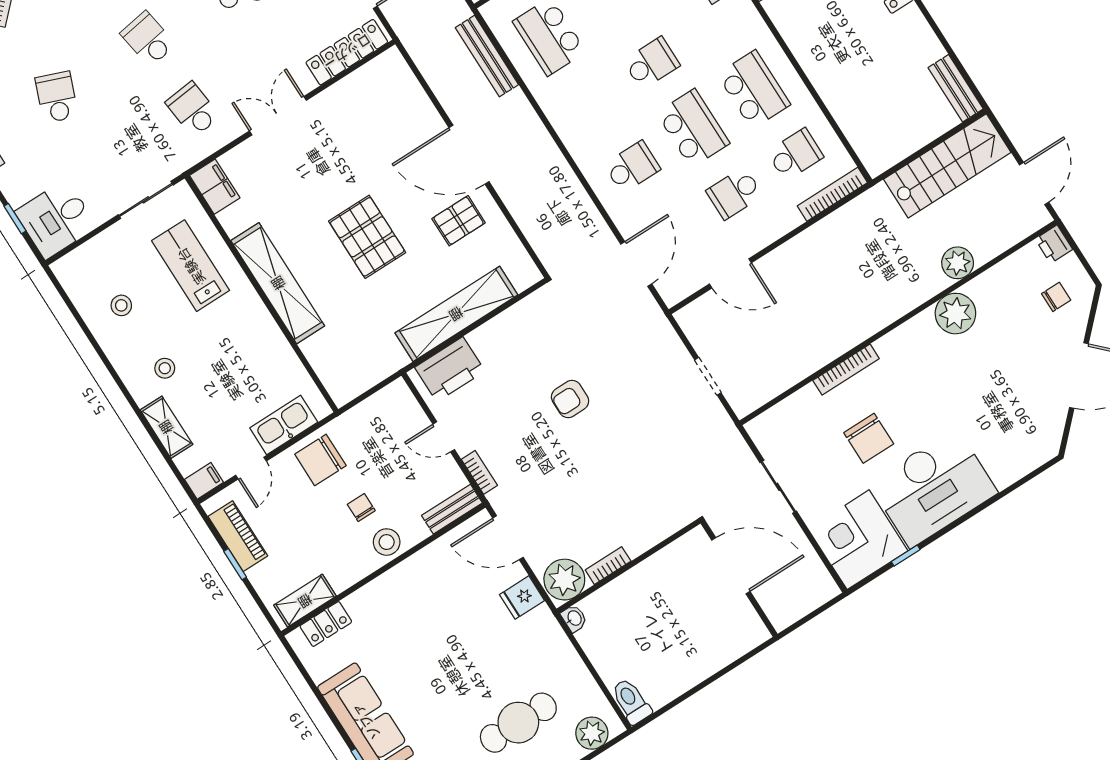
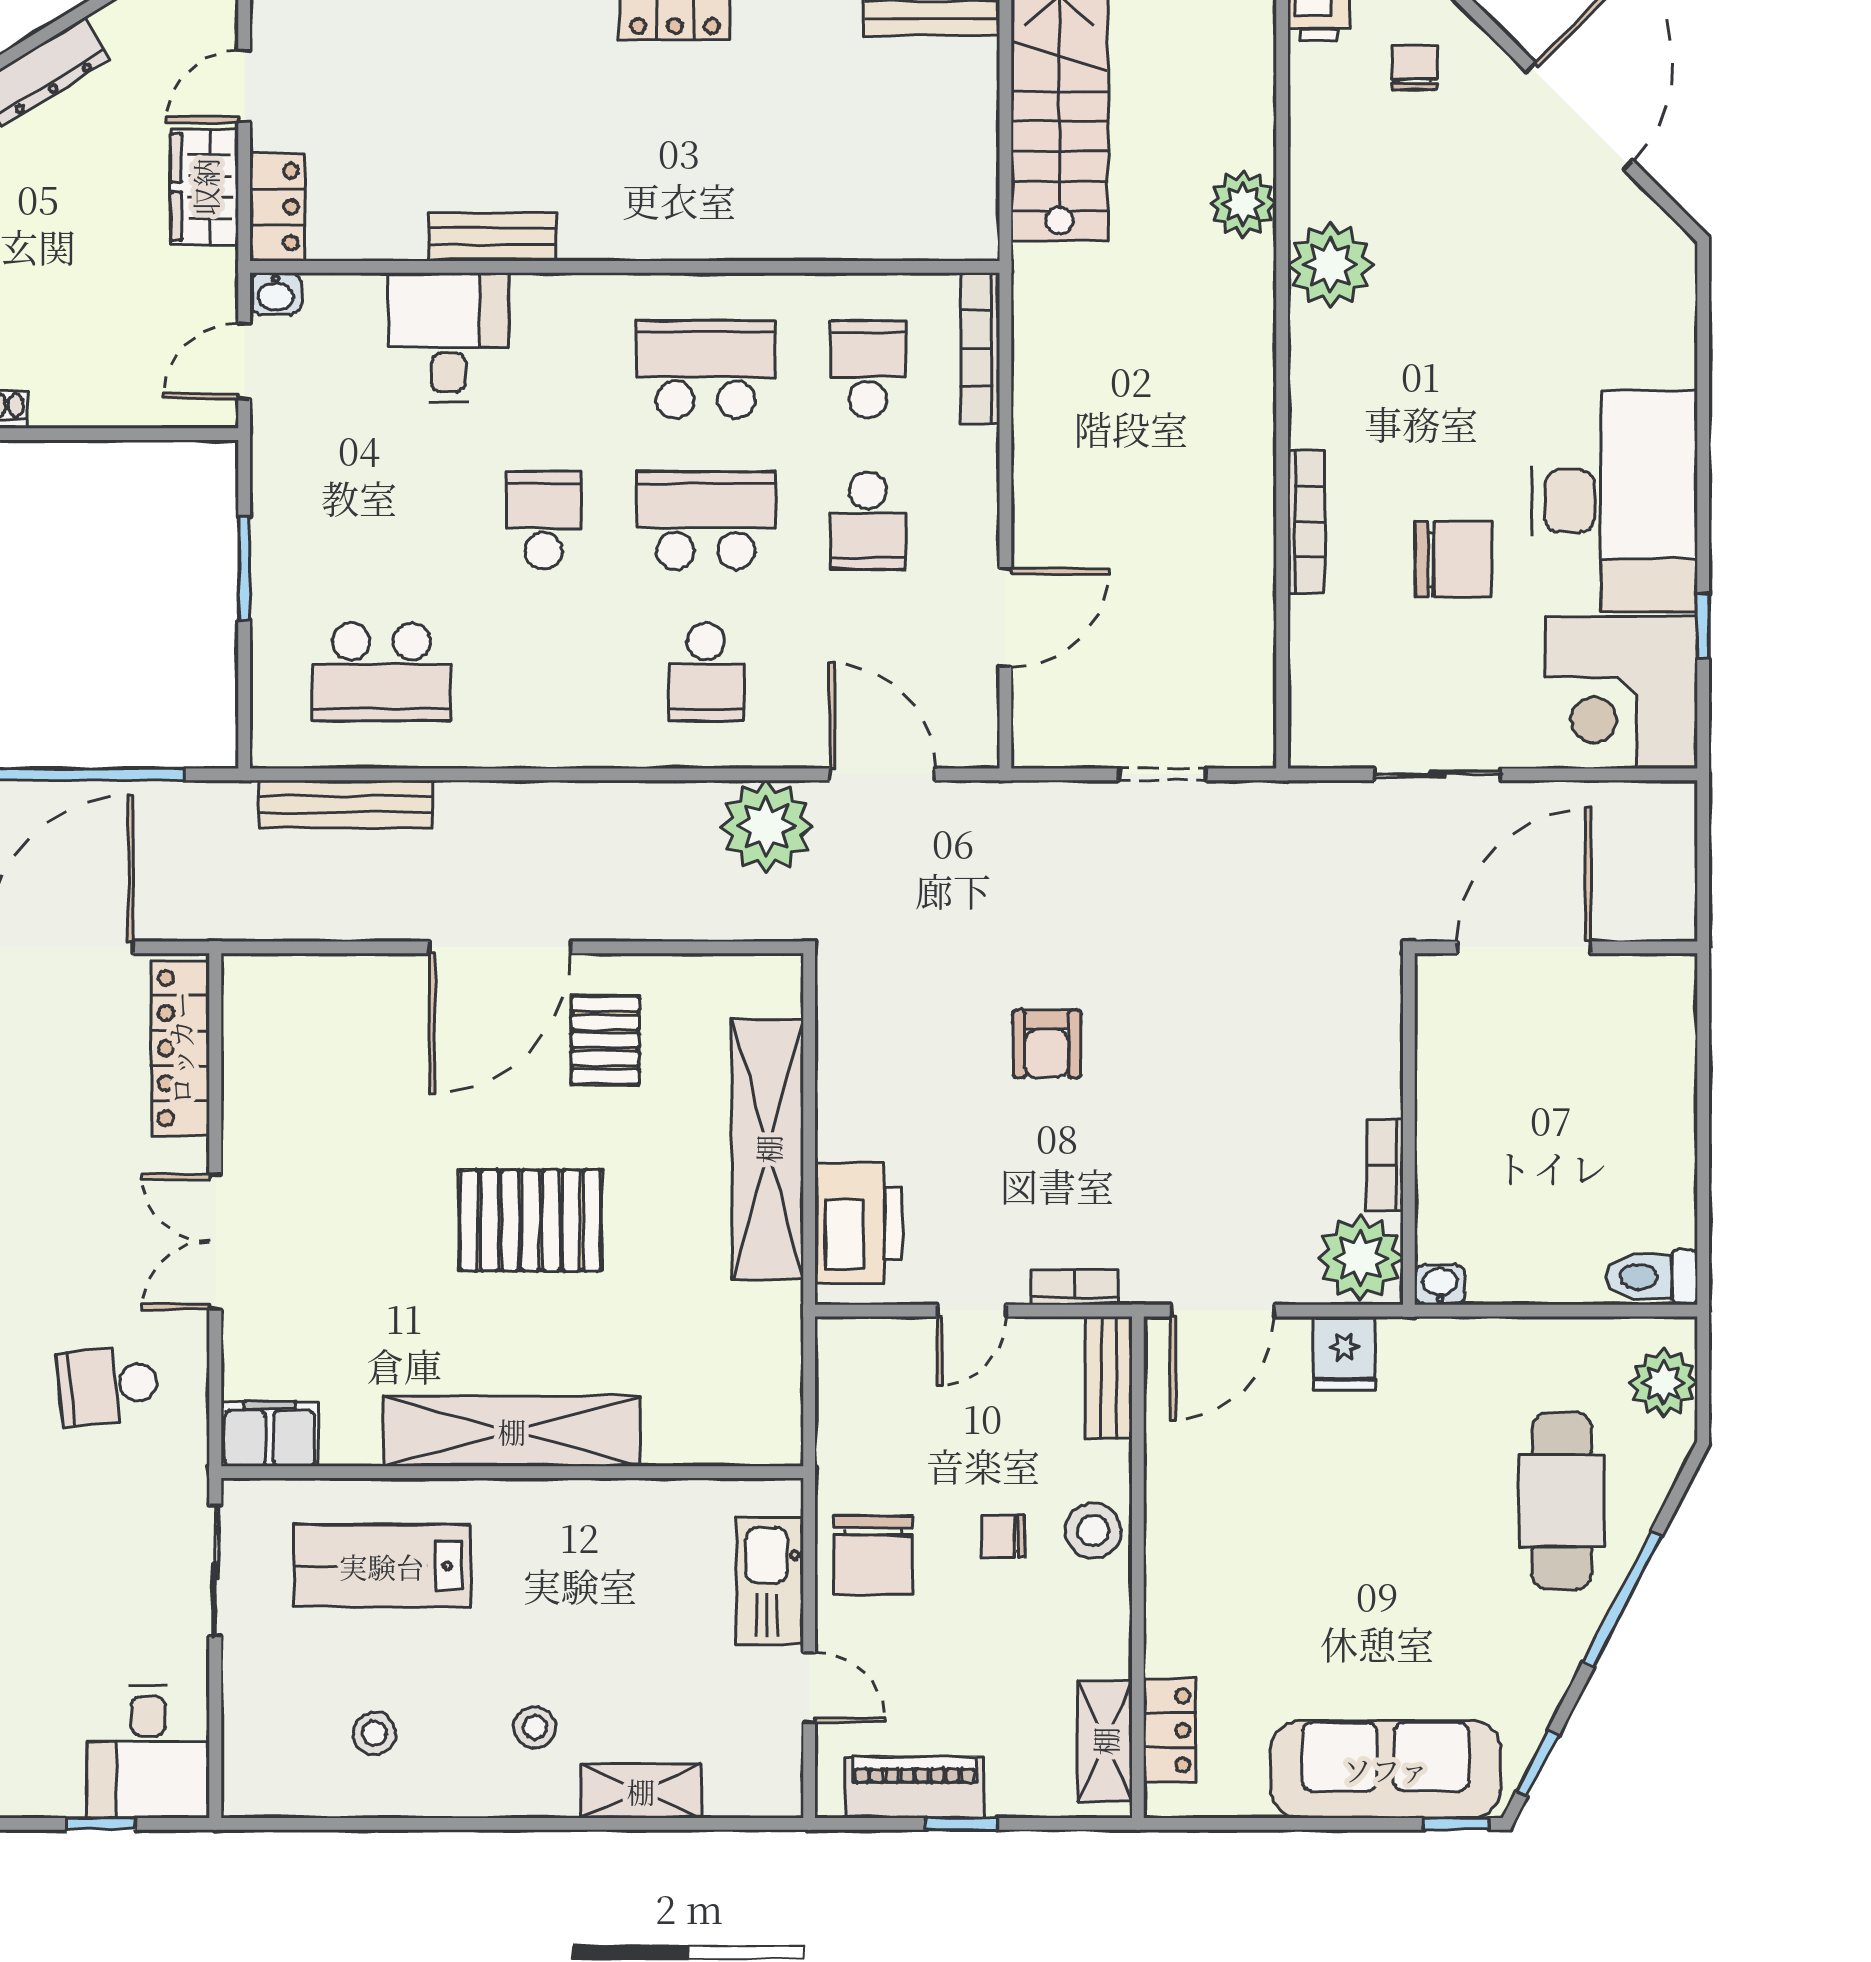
school desk: (632, 167) -> (706, 672), turned 180
plant: (586, 231) -> (767, 826), added
filing cabinet: (204, 481) -> (779, 1785), removed

